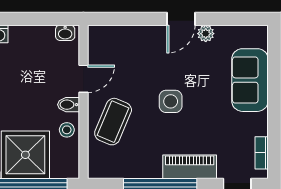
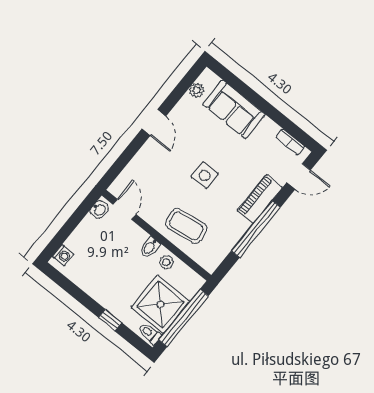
plant: (206, 34) -> (197, 90), moved
door: (83, 79) -> (124, 209), moved
coffee table: (113, 122) -> (186, 226), turned -31

